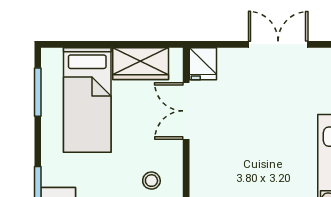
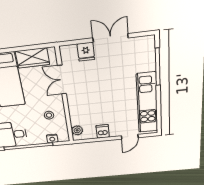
fridge: (203, 64) -> (86, 52), moved

